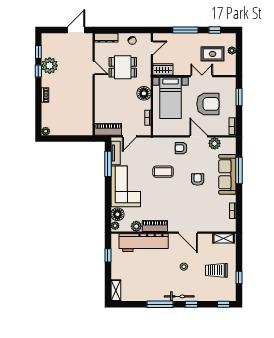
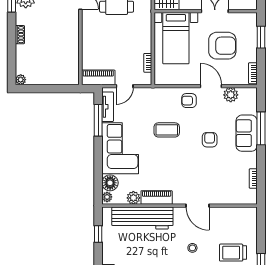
floor lamp: (144, 93) -> (143, 32), removed
sofa: (227, 174) -> (247, 133), width x0.73
shelving: (224, 238) -> (242, 213), removed

